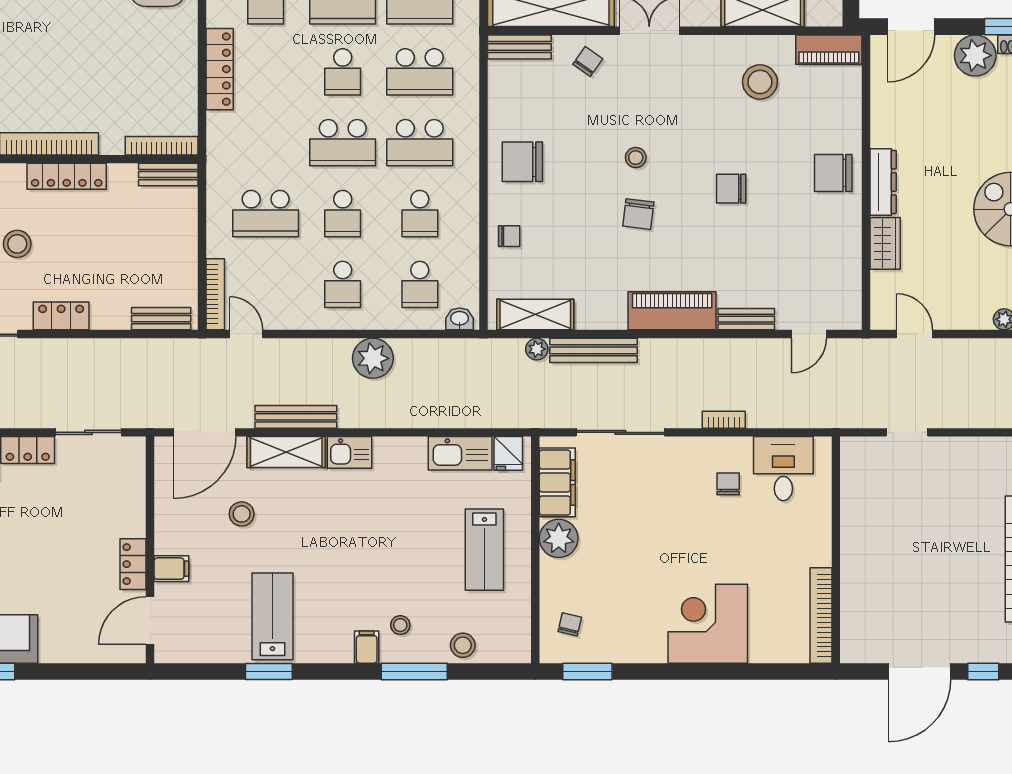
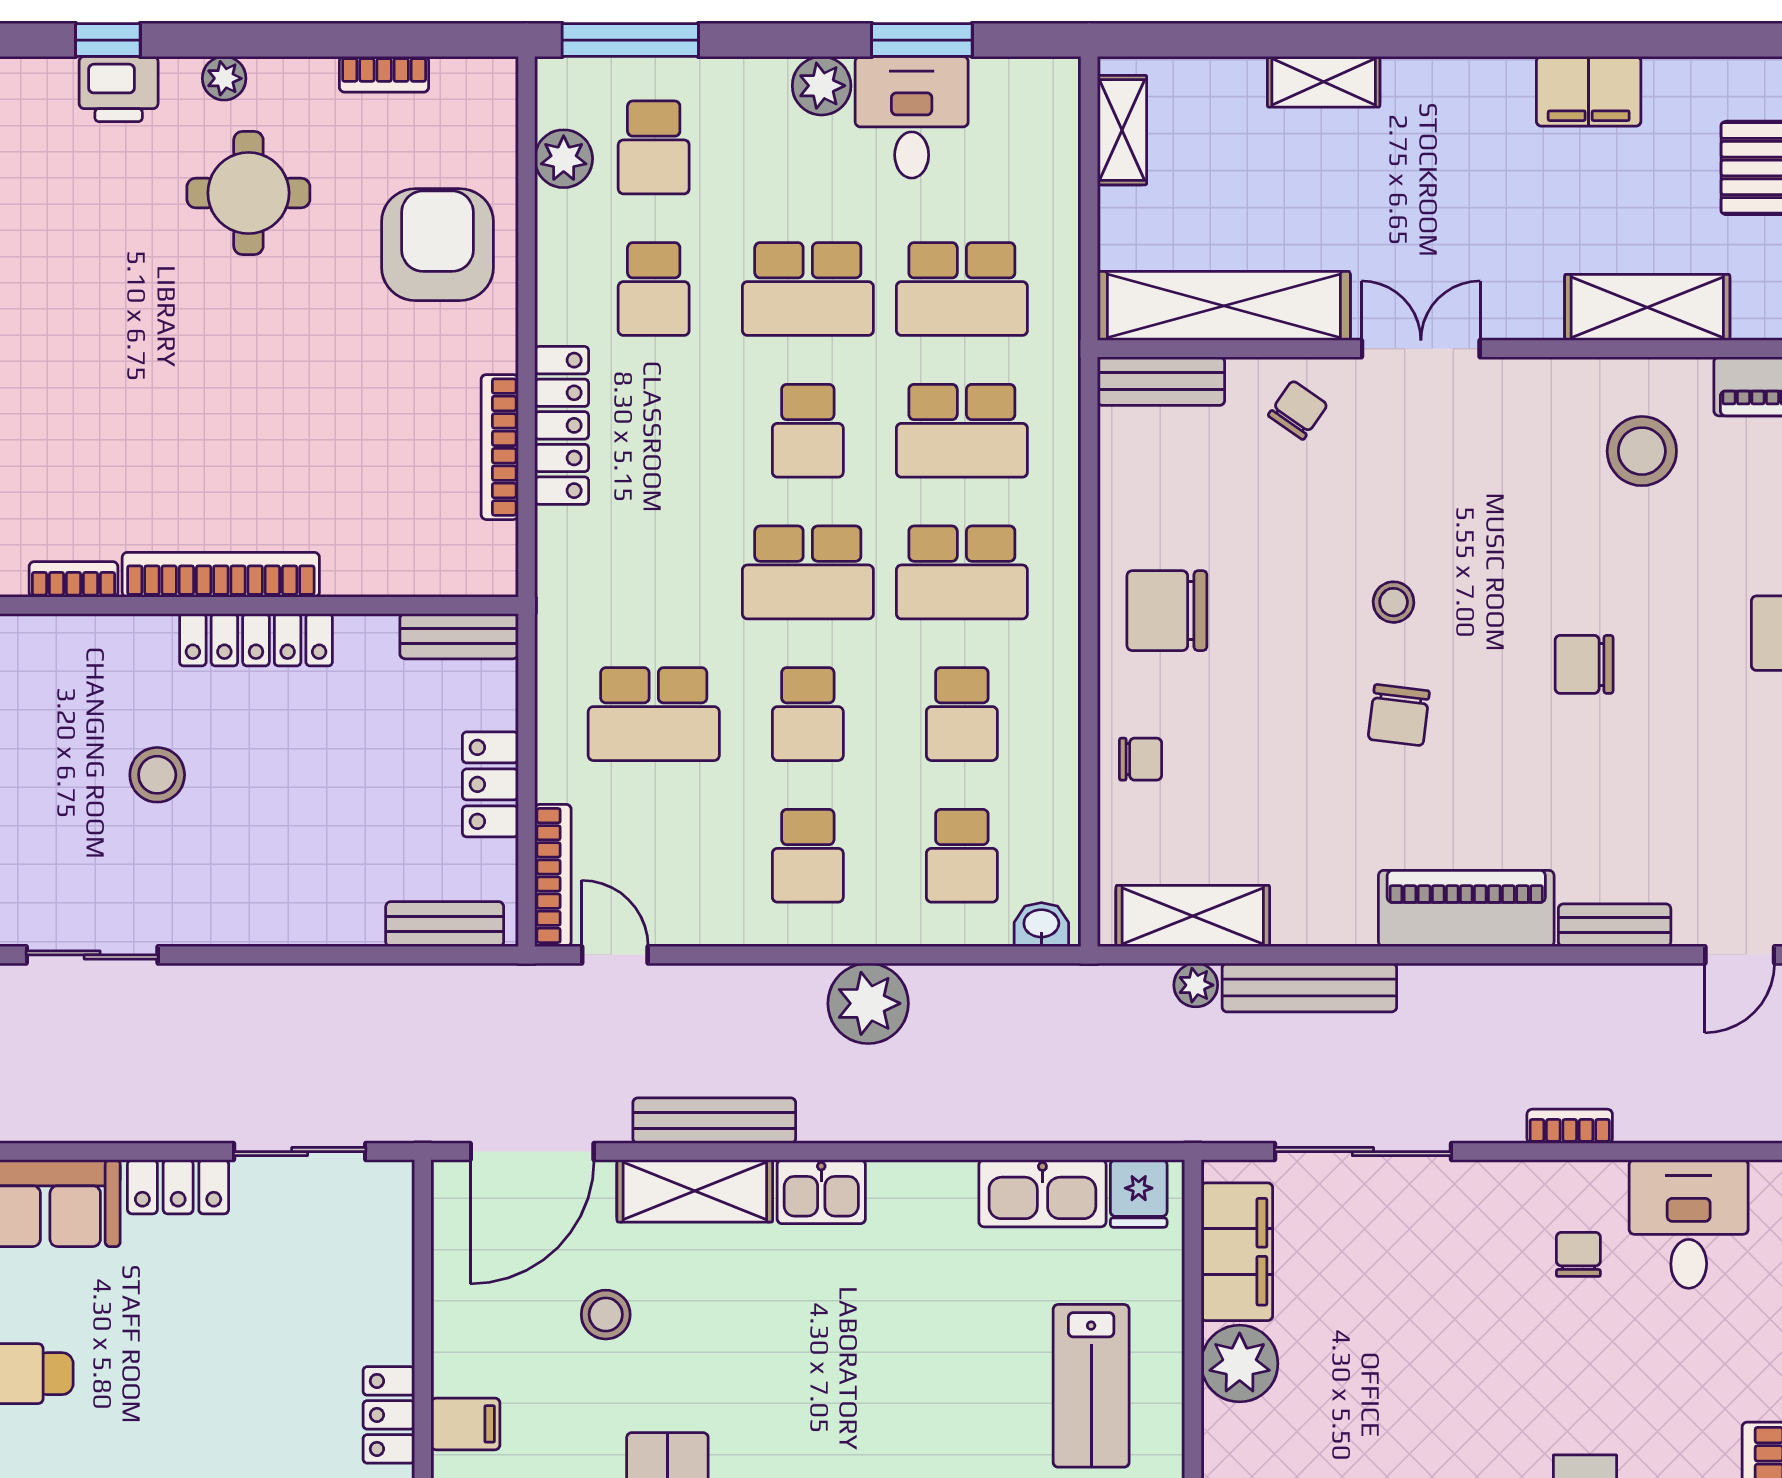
bookcase: (162, 146) -> (500, 447), moved, turned -90
locker: (61, 316) -> (490, 784), moved, turned -90

